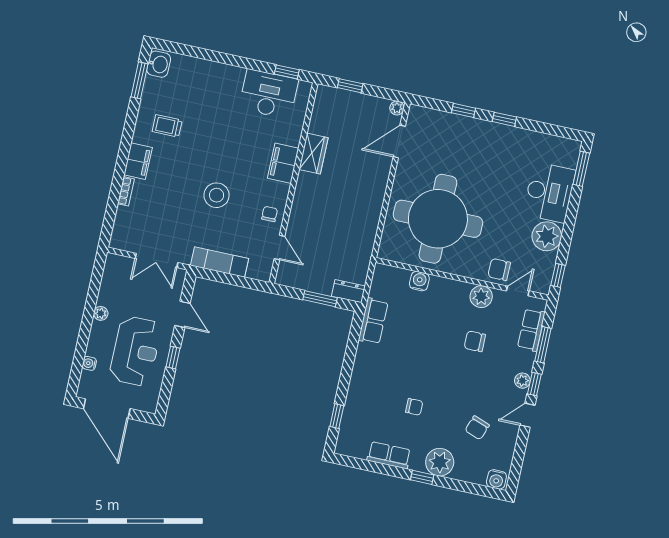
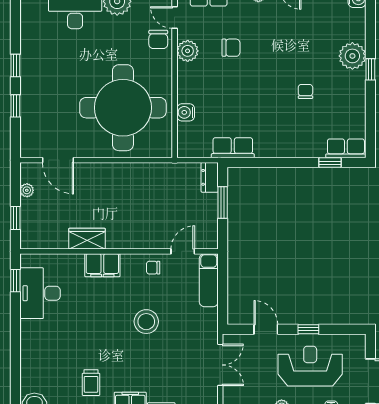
plant: (397, 108) -> (27, 190), moved
exam couch: (220, 262) -> (209, 280), moved
door: (182, 314) -> (266, 329), hinge flipped
chair: (475, 341) -> (231, 48), turned -90
chair: (477, 428) -> (312, 28), removed
row of seats: (389, 455) -> (346, 148), moved, turned 90

